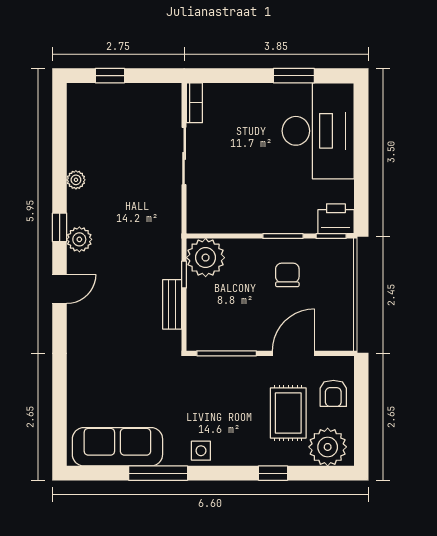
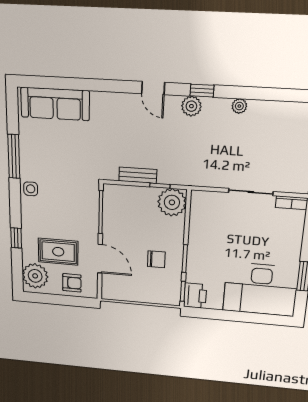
armchair: (333, 393) -> (72, 283), turned 180
sofa: (117, 447) -> (55, 104), moved, turned 90

